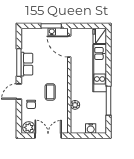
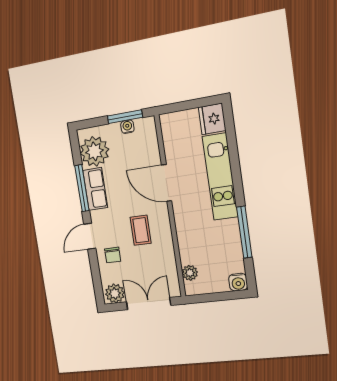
plant: (30, 42) -> (94, 151), added
door: (69, 47) -> (167, 183), moved
plant: (75, 105) -> (190, 273), moved
water cooler: (91, 129) -> (238, 282), moved

